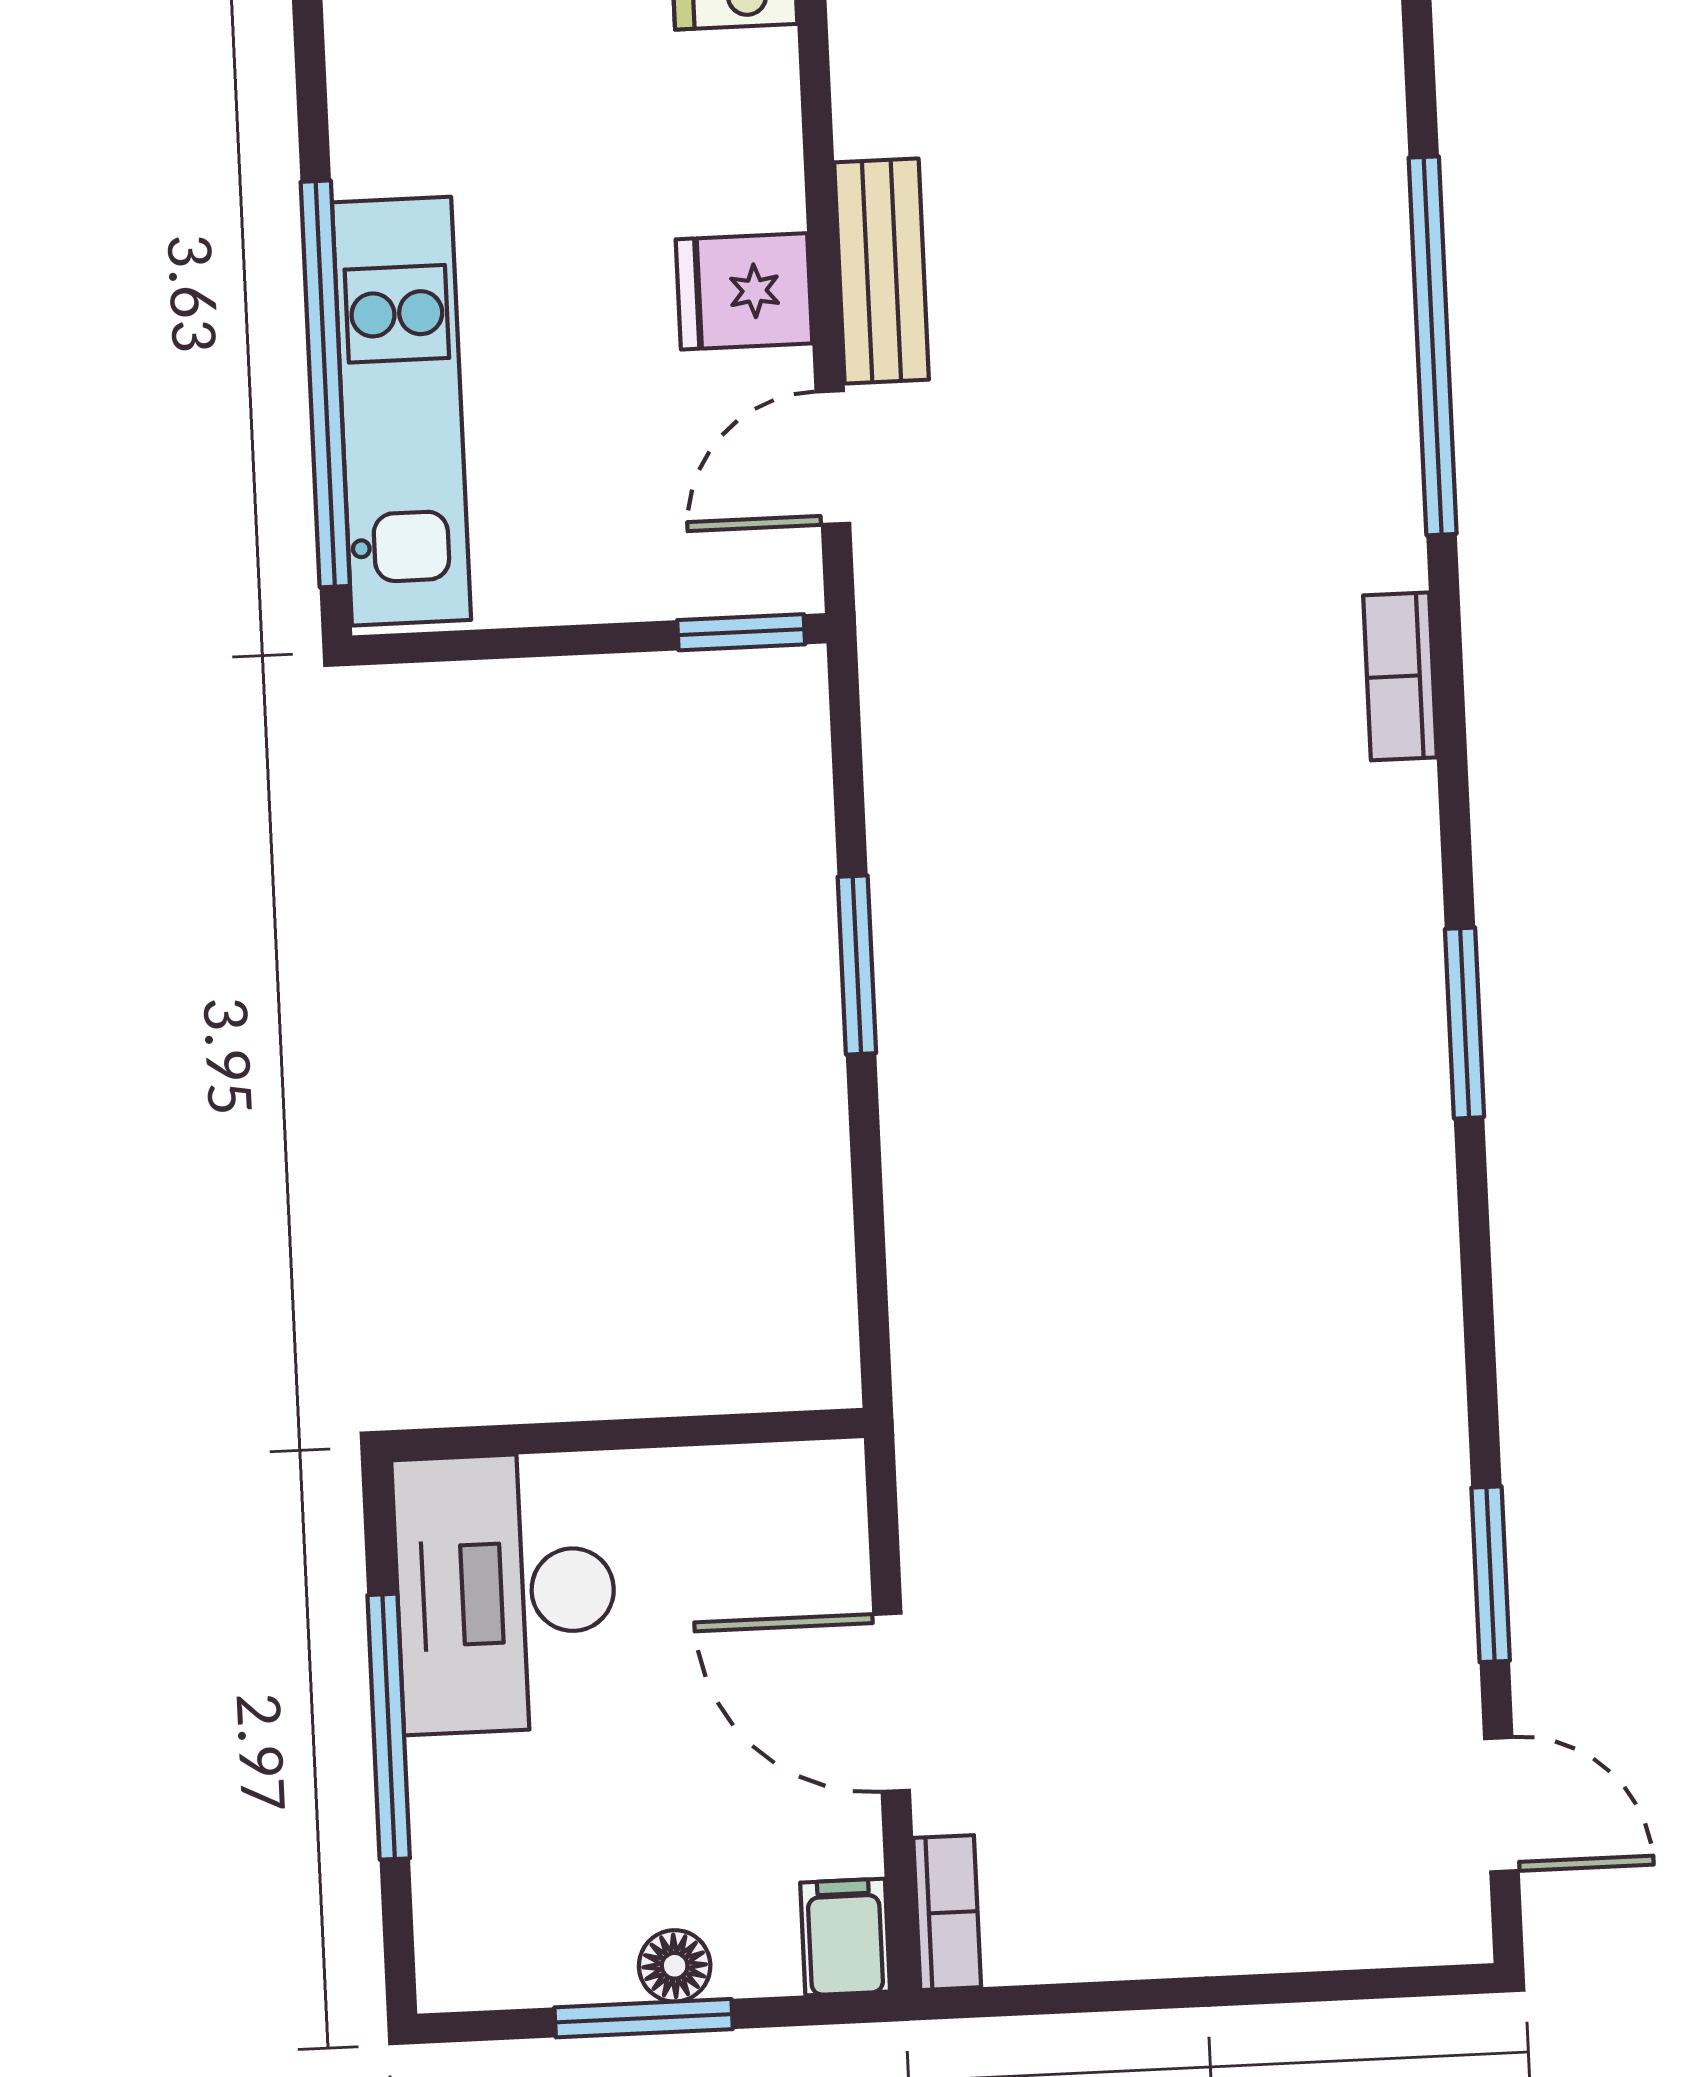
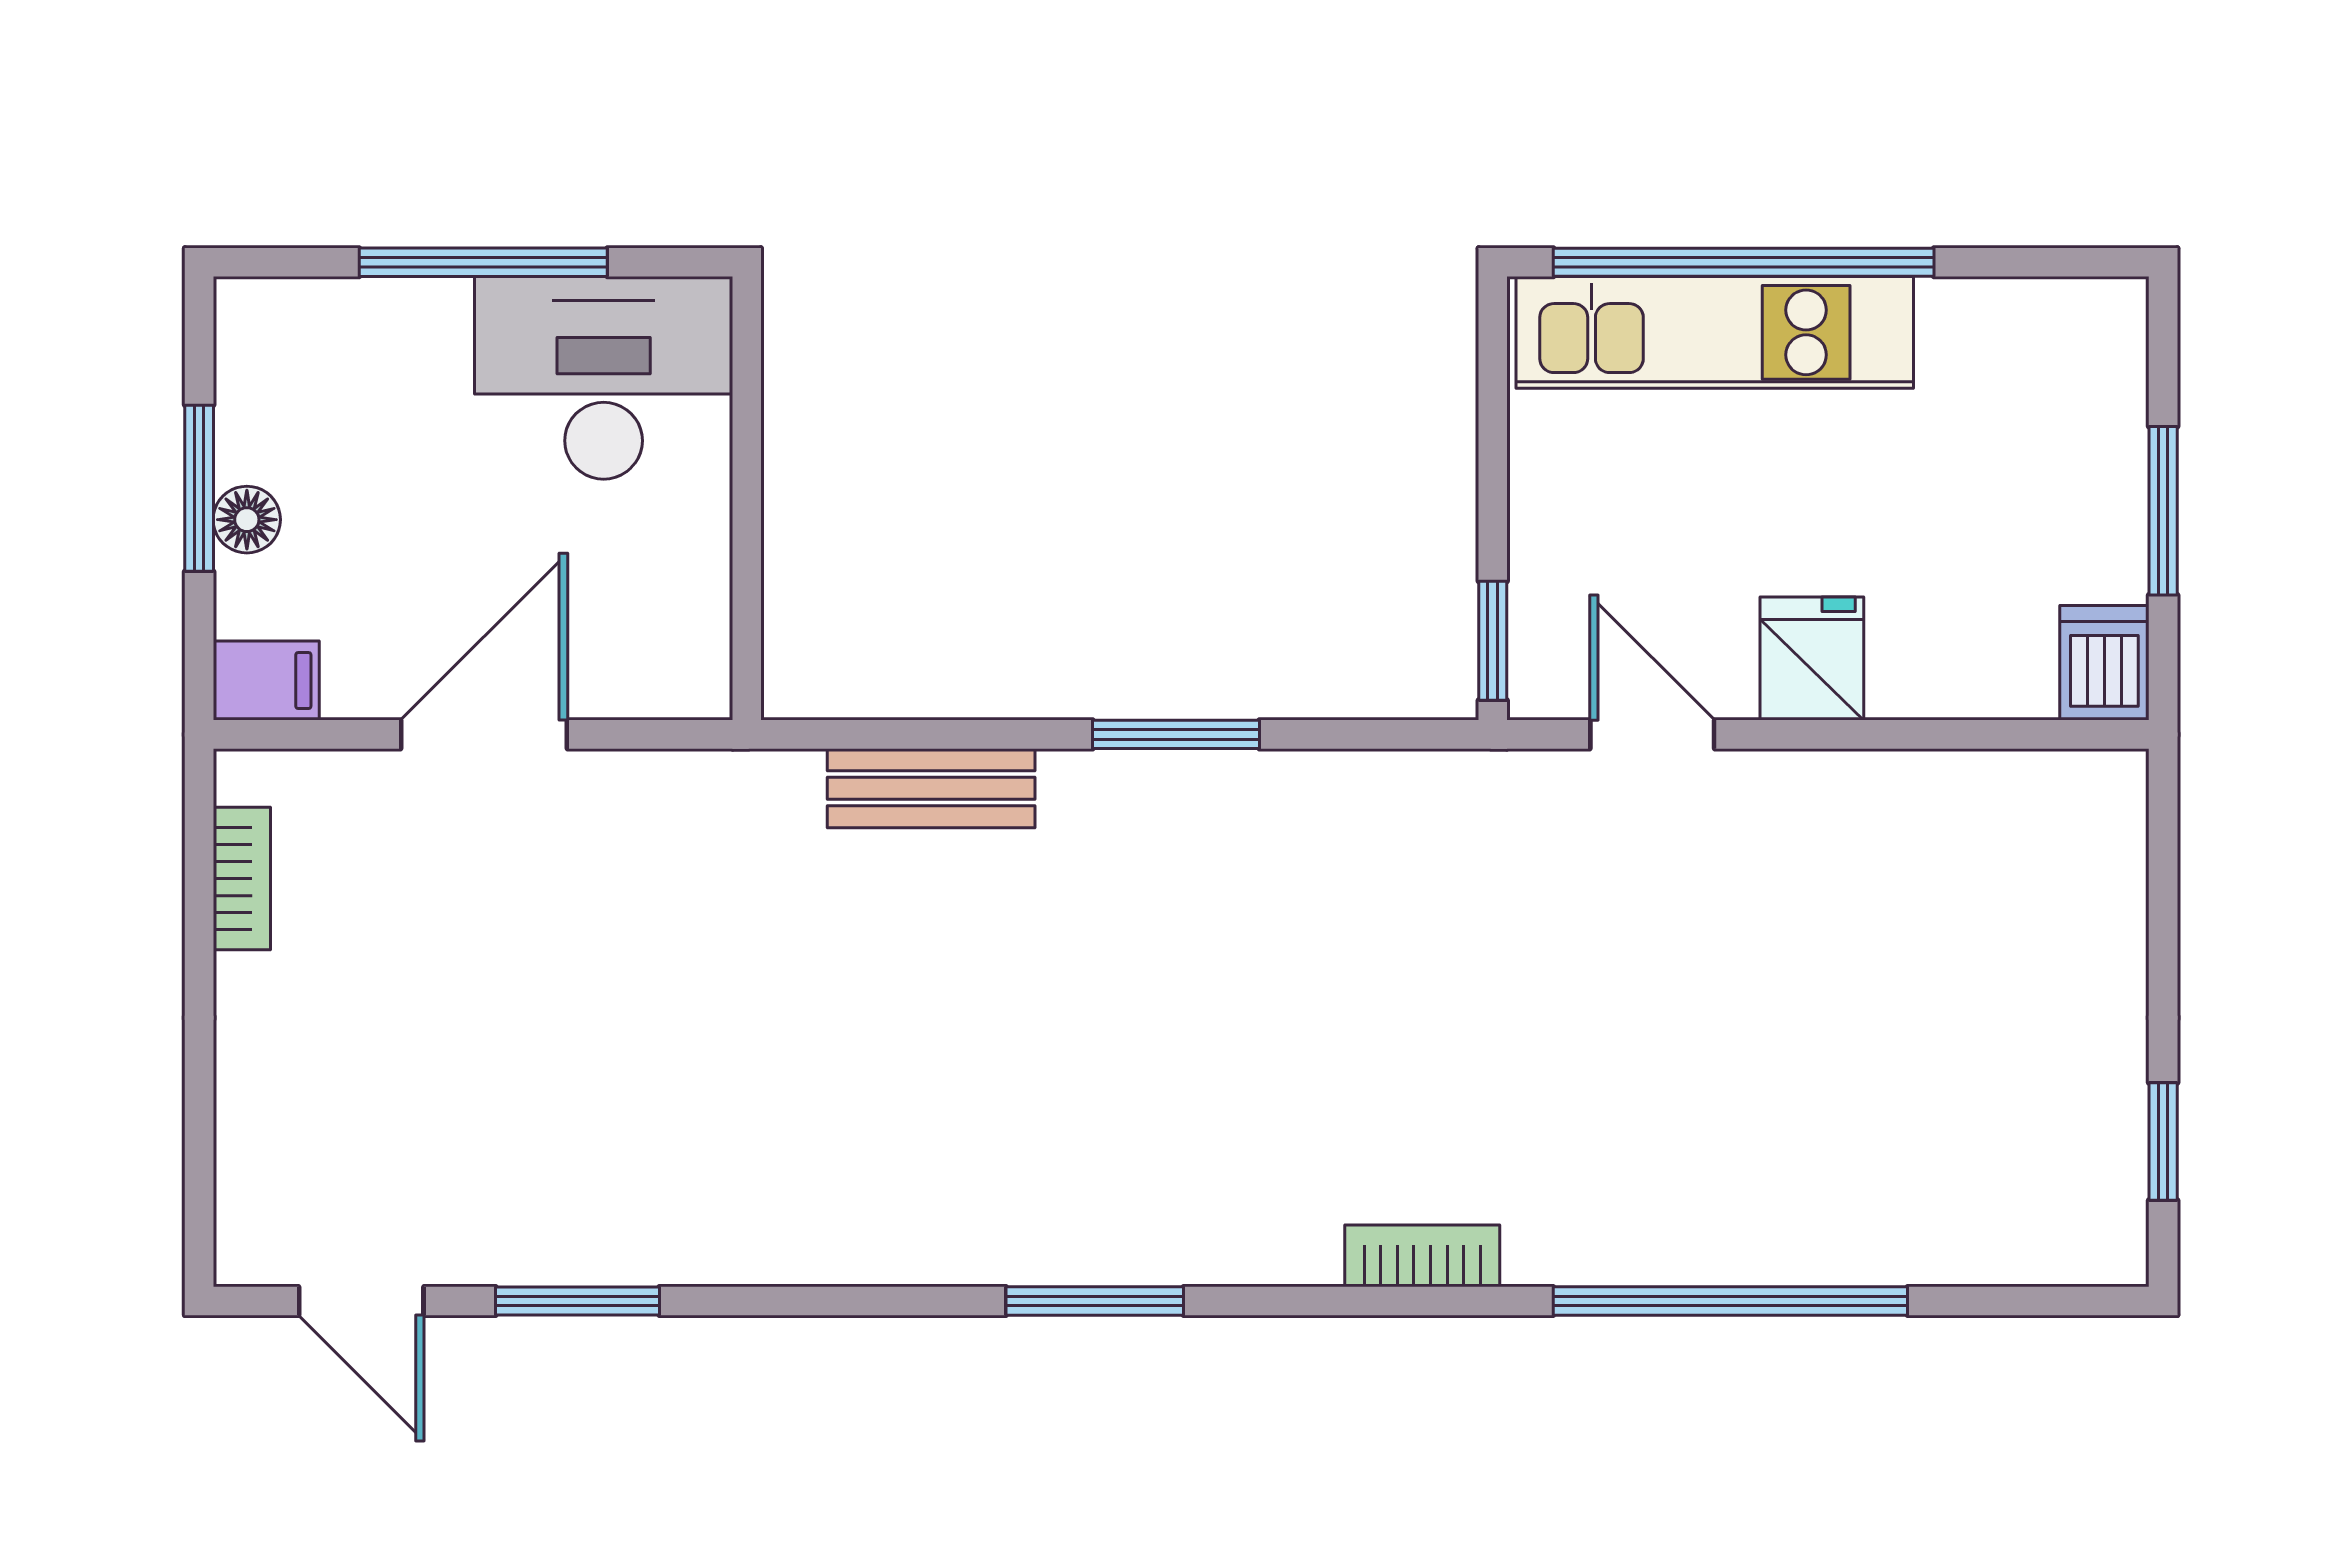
bench: (882, 271) -> (931, 788), moved
door: (1501, 1805) -> (361, 1301), hinge flipped
bookcase: (947, 1913) -> (242, 879), moved, turned -90

